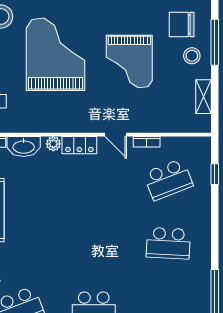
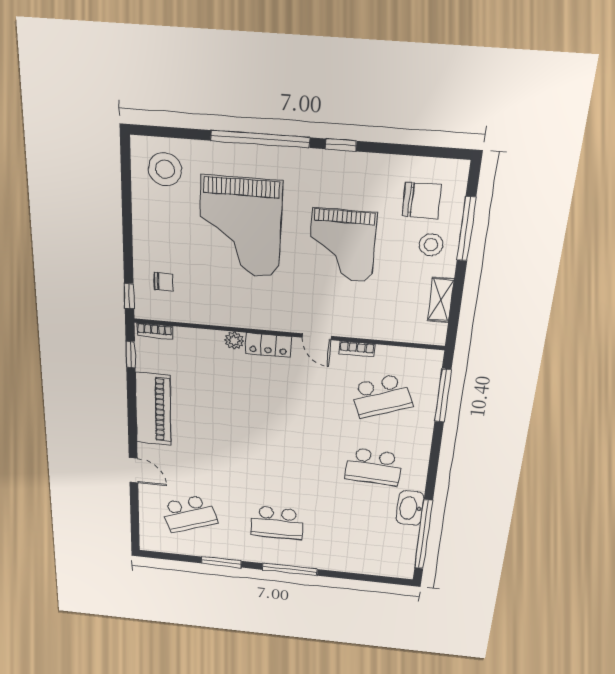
chair: (182, 25) -> (422, 200), turned 180
grand piano: (55, 54) -> (240, 227), turned 180
washbasin: (24, 146) -> (410, 508), moved, turned 90
window: (215, 174) -> (443, 396), width x2.17

